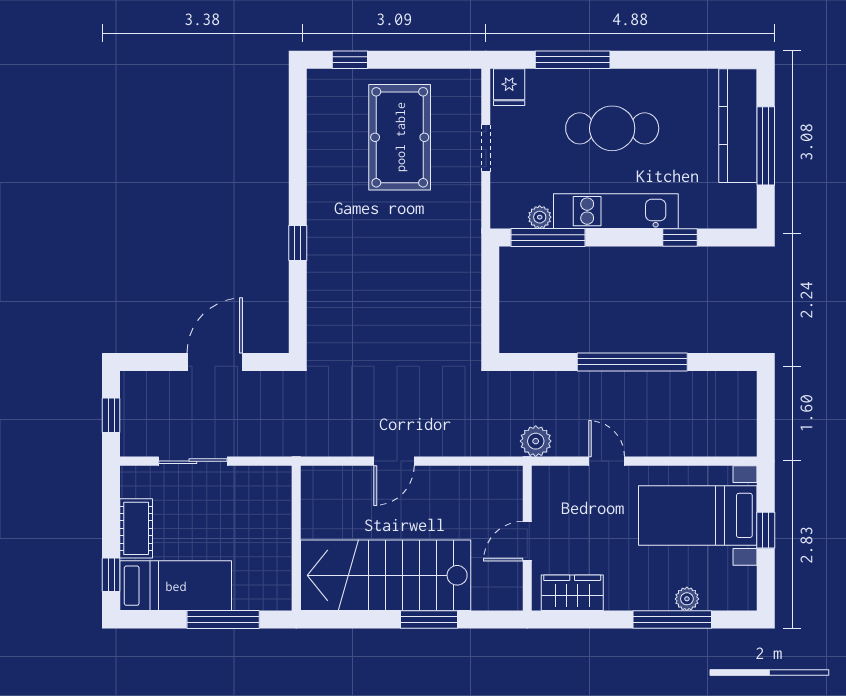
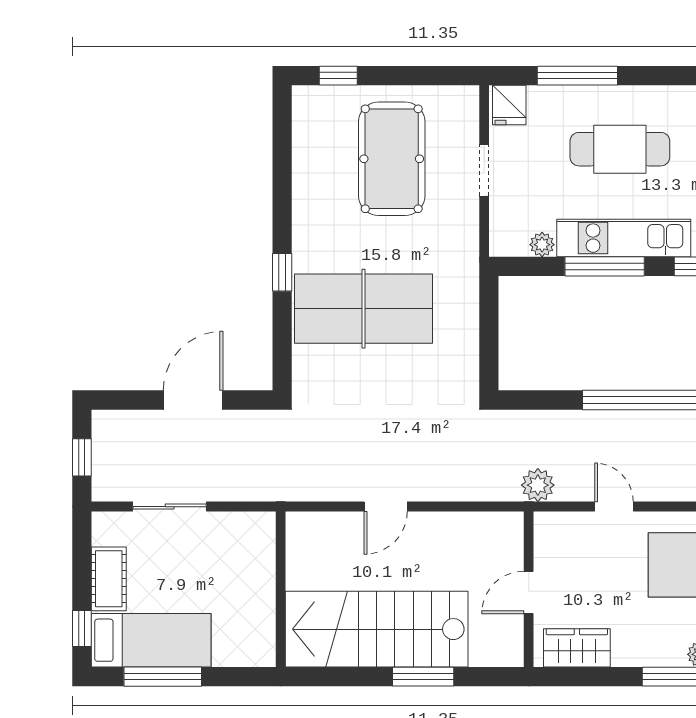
window: (548, 237) -> (605, 266), moved
table tennis table: (373, 277) -> (364, 309), added
window: (223, 620) -> (163, 677), moved

